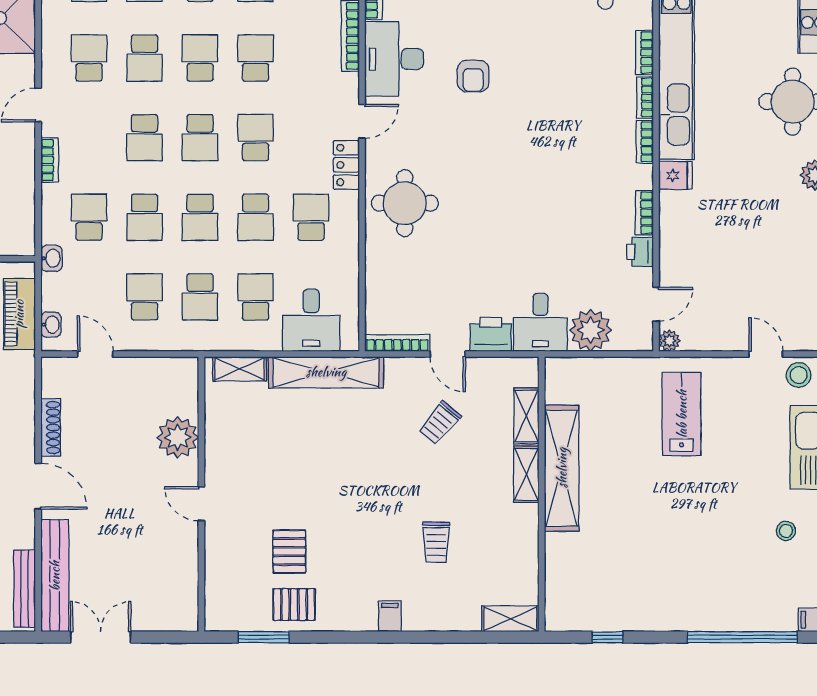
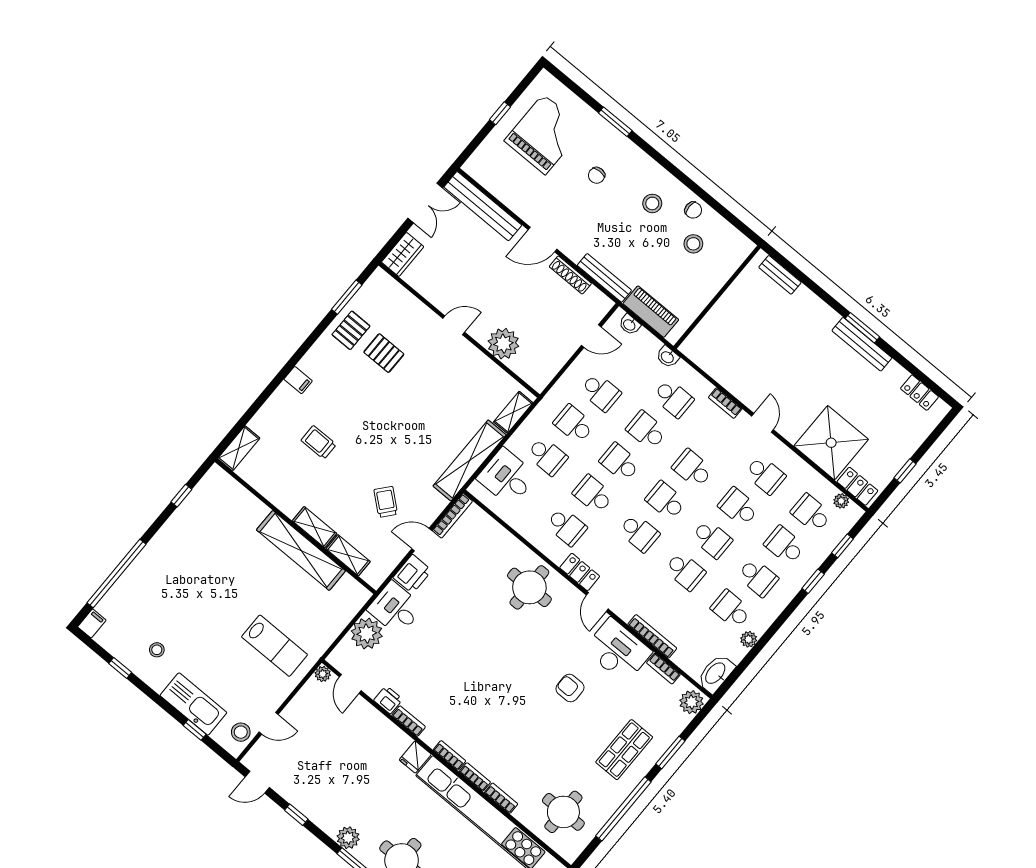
bench: (25, 589) -> (604, 278), moved
wardrobe: (172, 616) -> (403, 254), added

